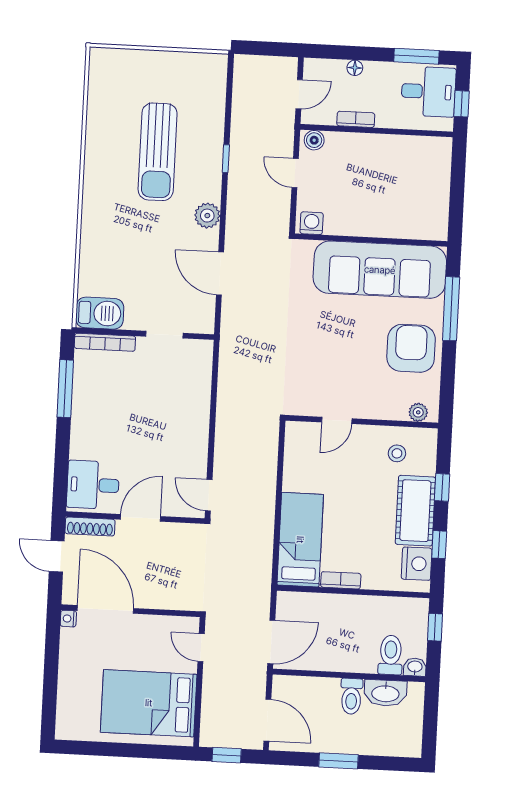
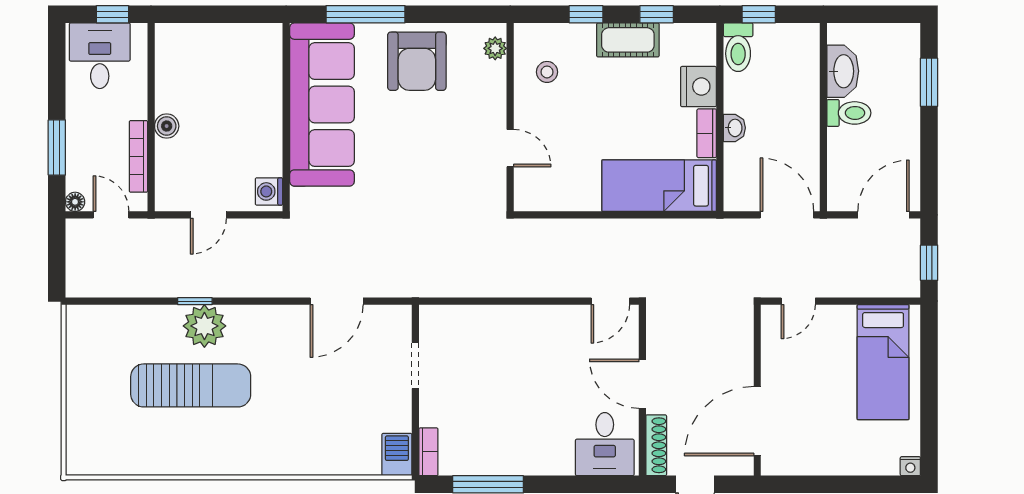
window: (416, 56) -> (57, 147), moved
floor lamp: (355, 68) -> (75, 202), moved
bookcase: (356, 119) -> (138, 156), width x1.56
boiler: (314, 140) -> (167, 126), moved
plant: (207, 216) -> (204, 326), moved, width x1.36, depth x1.36
barbecue: (100, 313) -> (397, 455), width x0.73, depth x0.79
bookcase: (105, 342) -> (428, 452), width x0.64
armchair: (411, 348) -> (417, 61), turned -90
cot: (415, 511) -> (628, 40), width x0.73, depth x0.75
nightstand: (417, 564) -> (698, 87), moved, turned 90
nightstand: (68, 619) -> (910, 466), moved
toilet: (391, 655) -> (738, 47), moved, turned -90
washbasin: (415, 667) -> (734, 128), moved, turned 180
bed: (149, 703) -> (883, 362), width x0.67
window: (338, 761) -> (929, 82), moved

